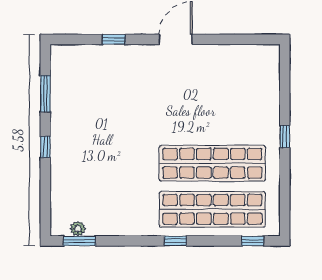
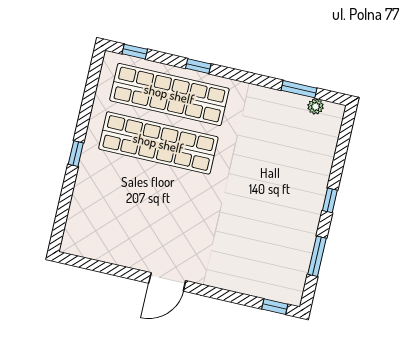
window: (114, 39) -> (275, 307), moved
window: (79, 241) -> (299, 89), moved
window: (175, 241) -> (198, 66), moved

